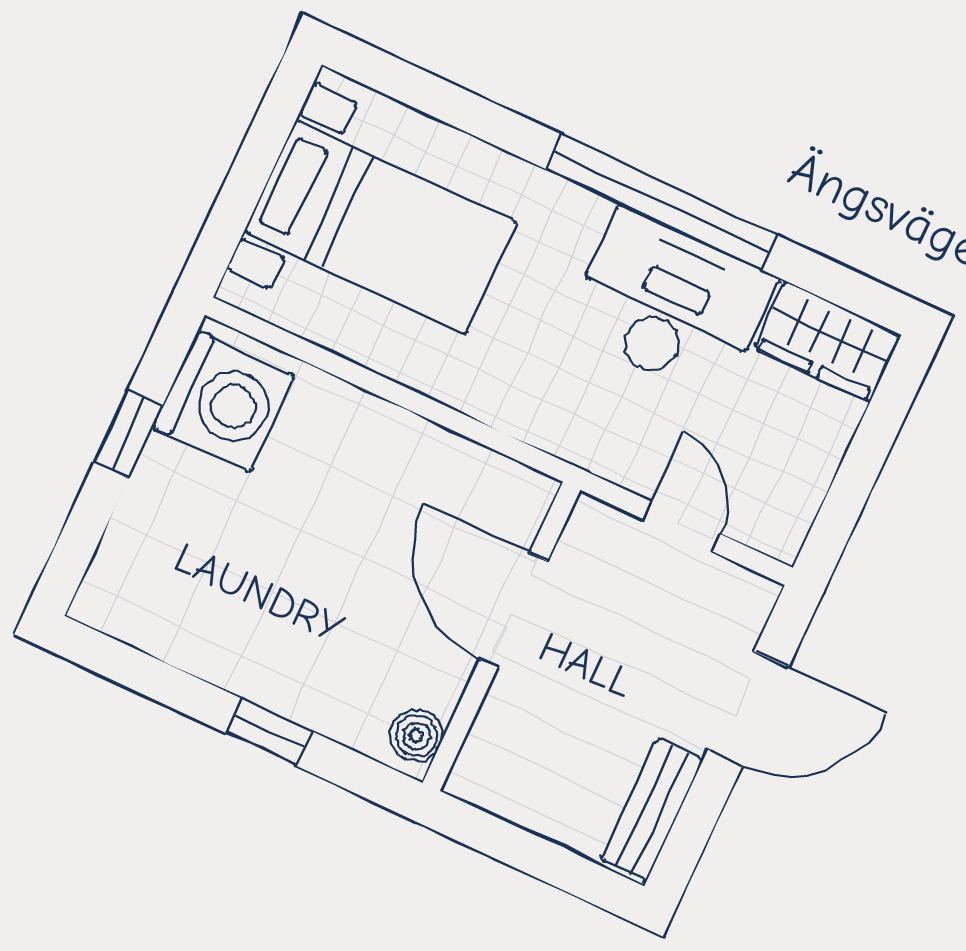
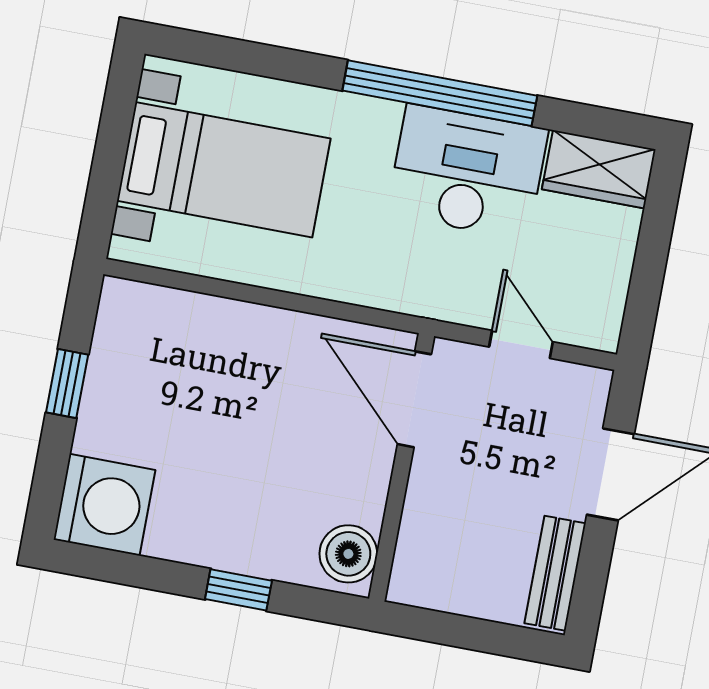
washing machine: (224, 402) -> (104, 505), moved
door: (514, 610) -> (414, 399), moved
boiler: (416, 736) -> (348, 554), width x1.36, depth x1.36

